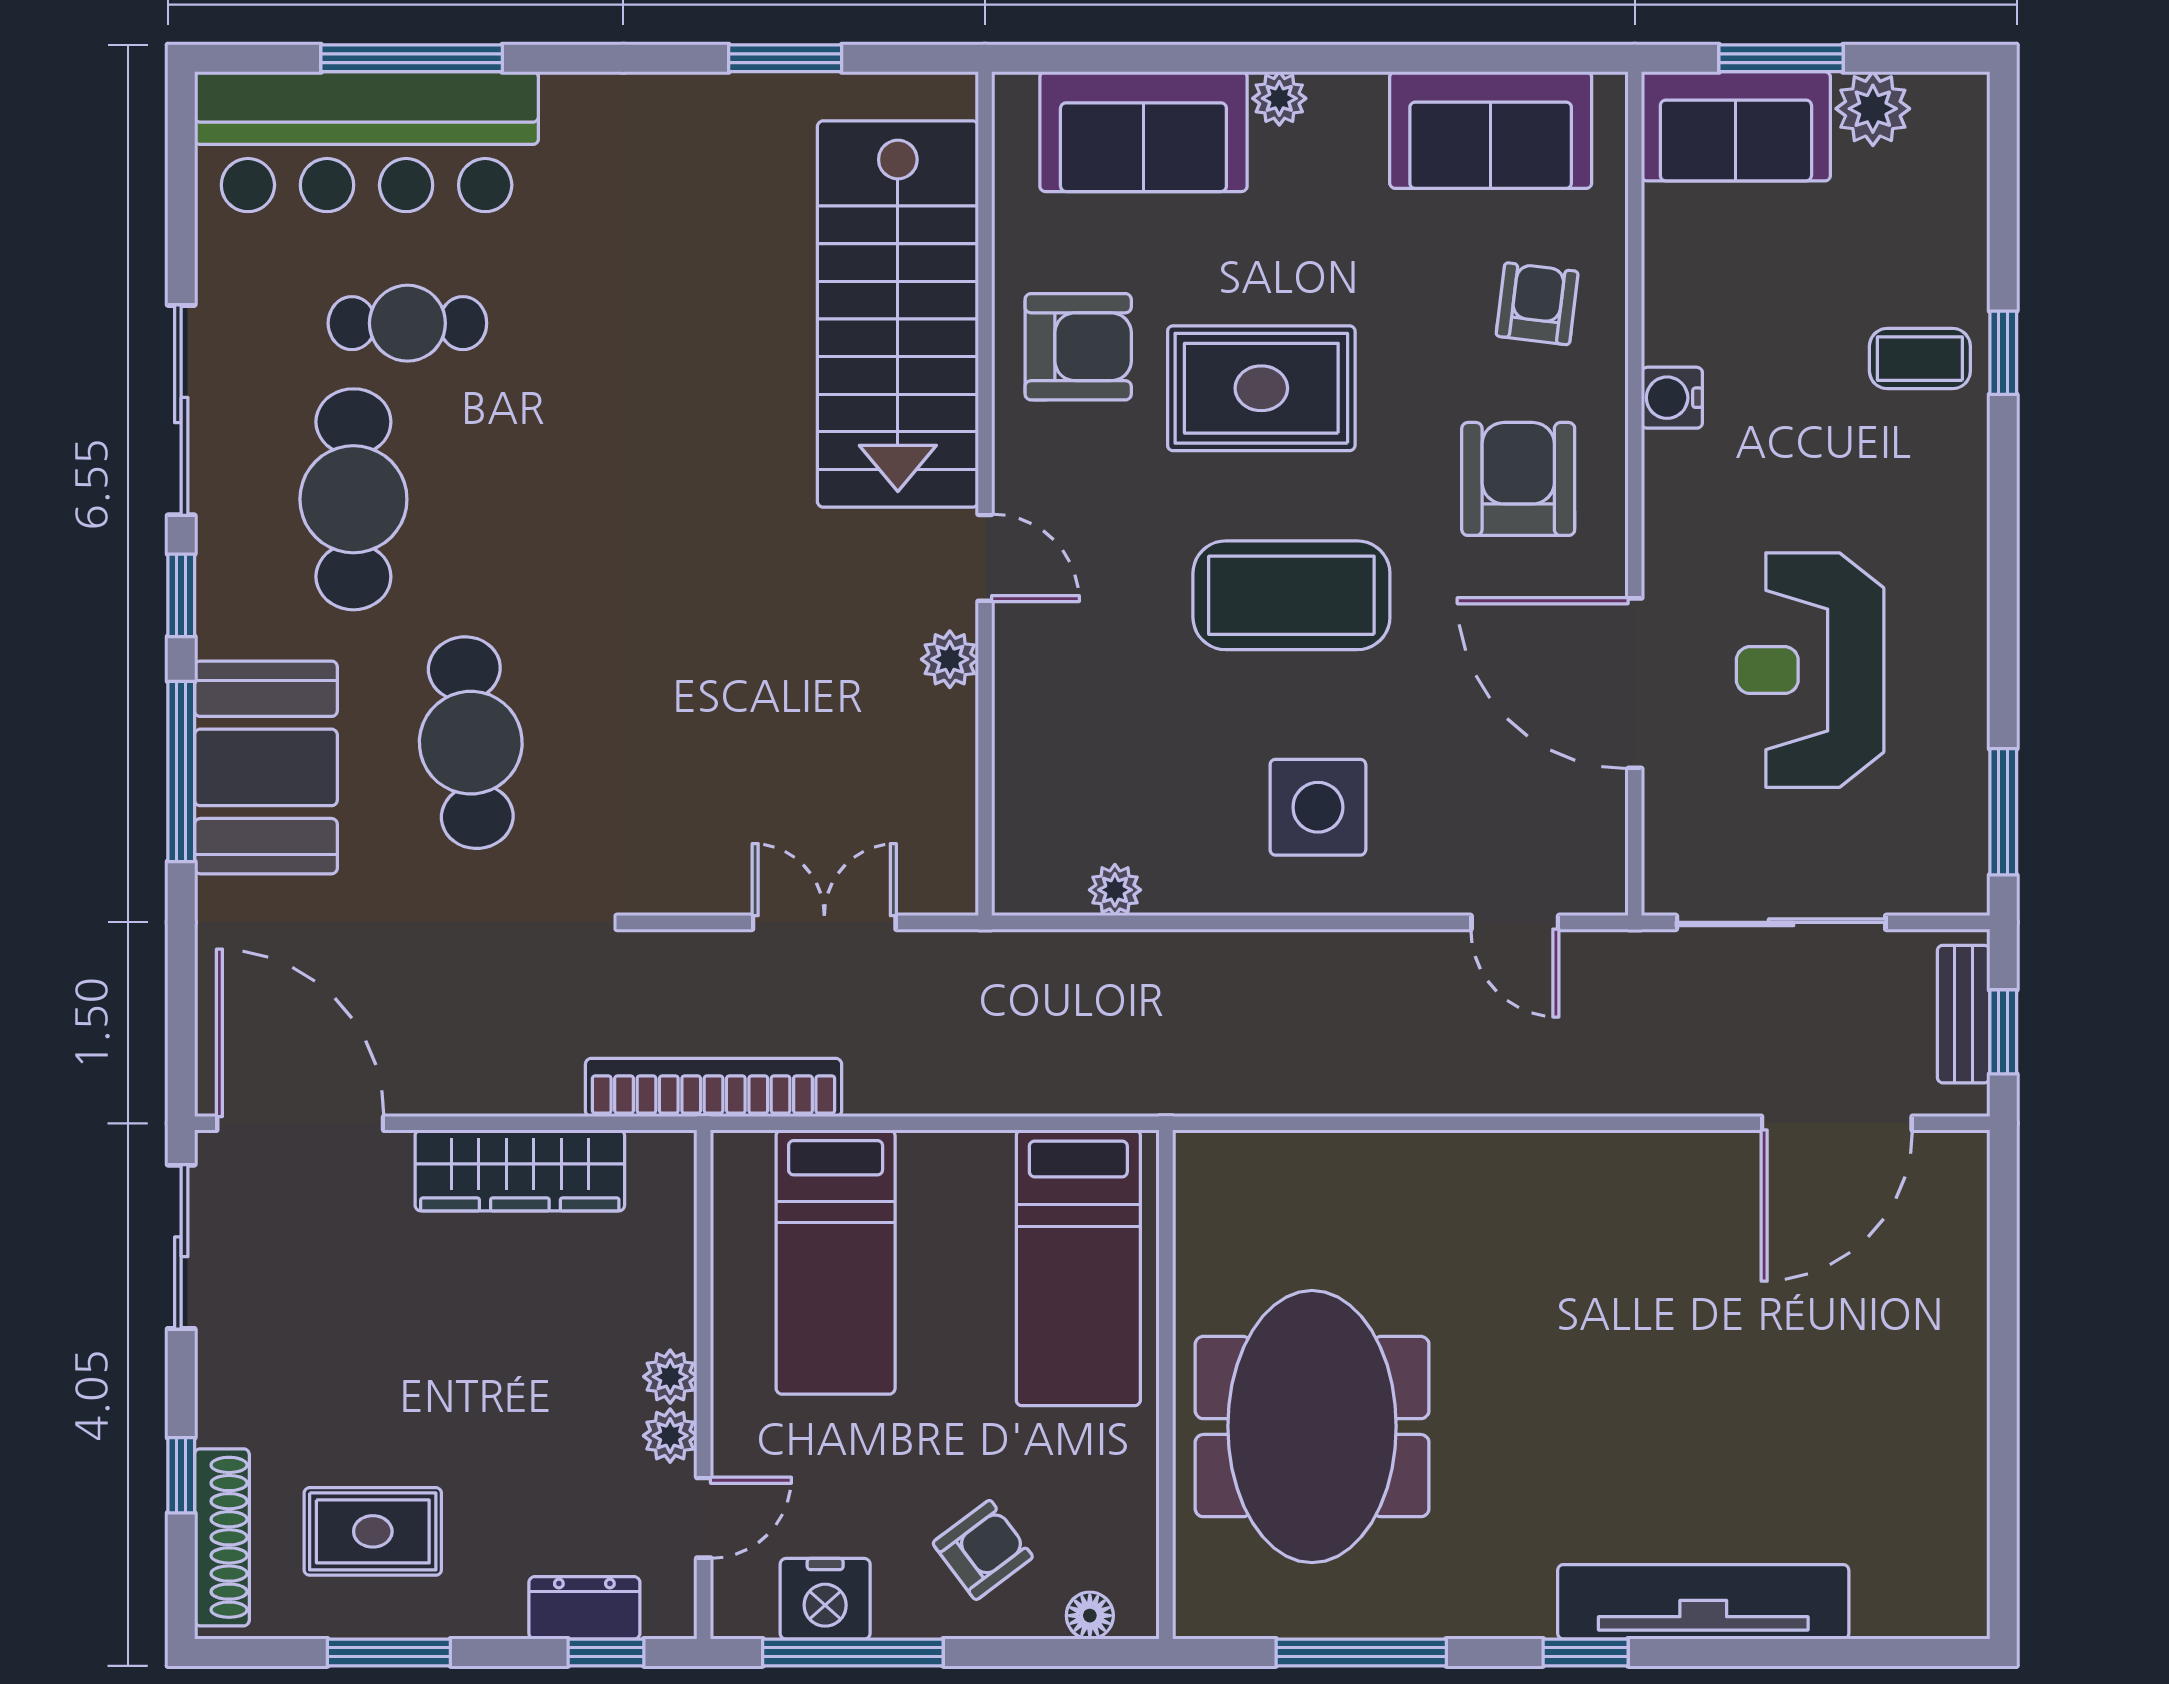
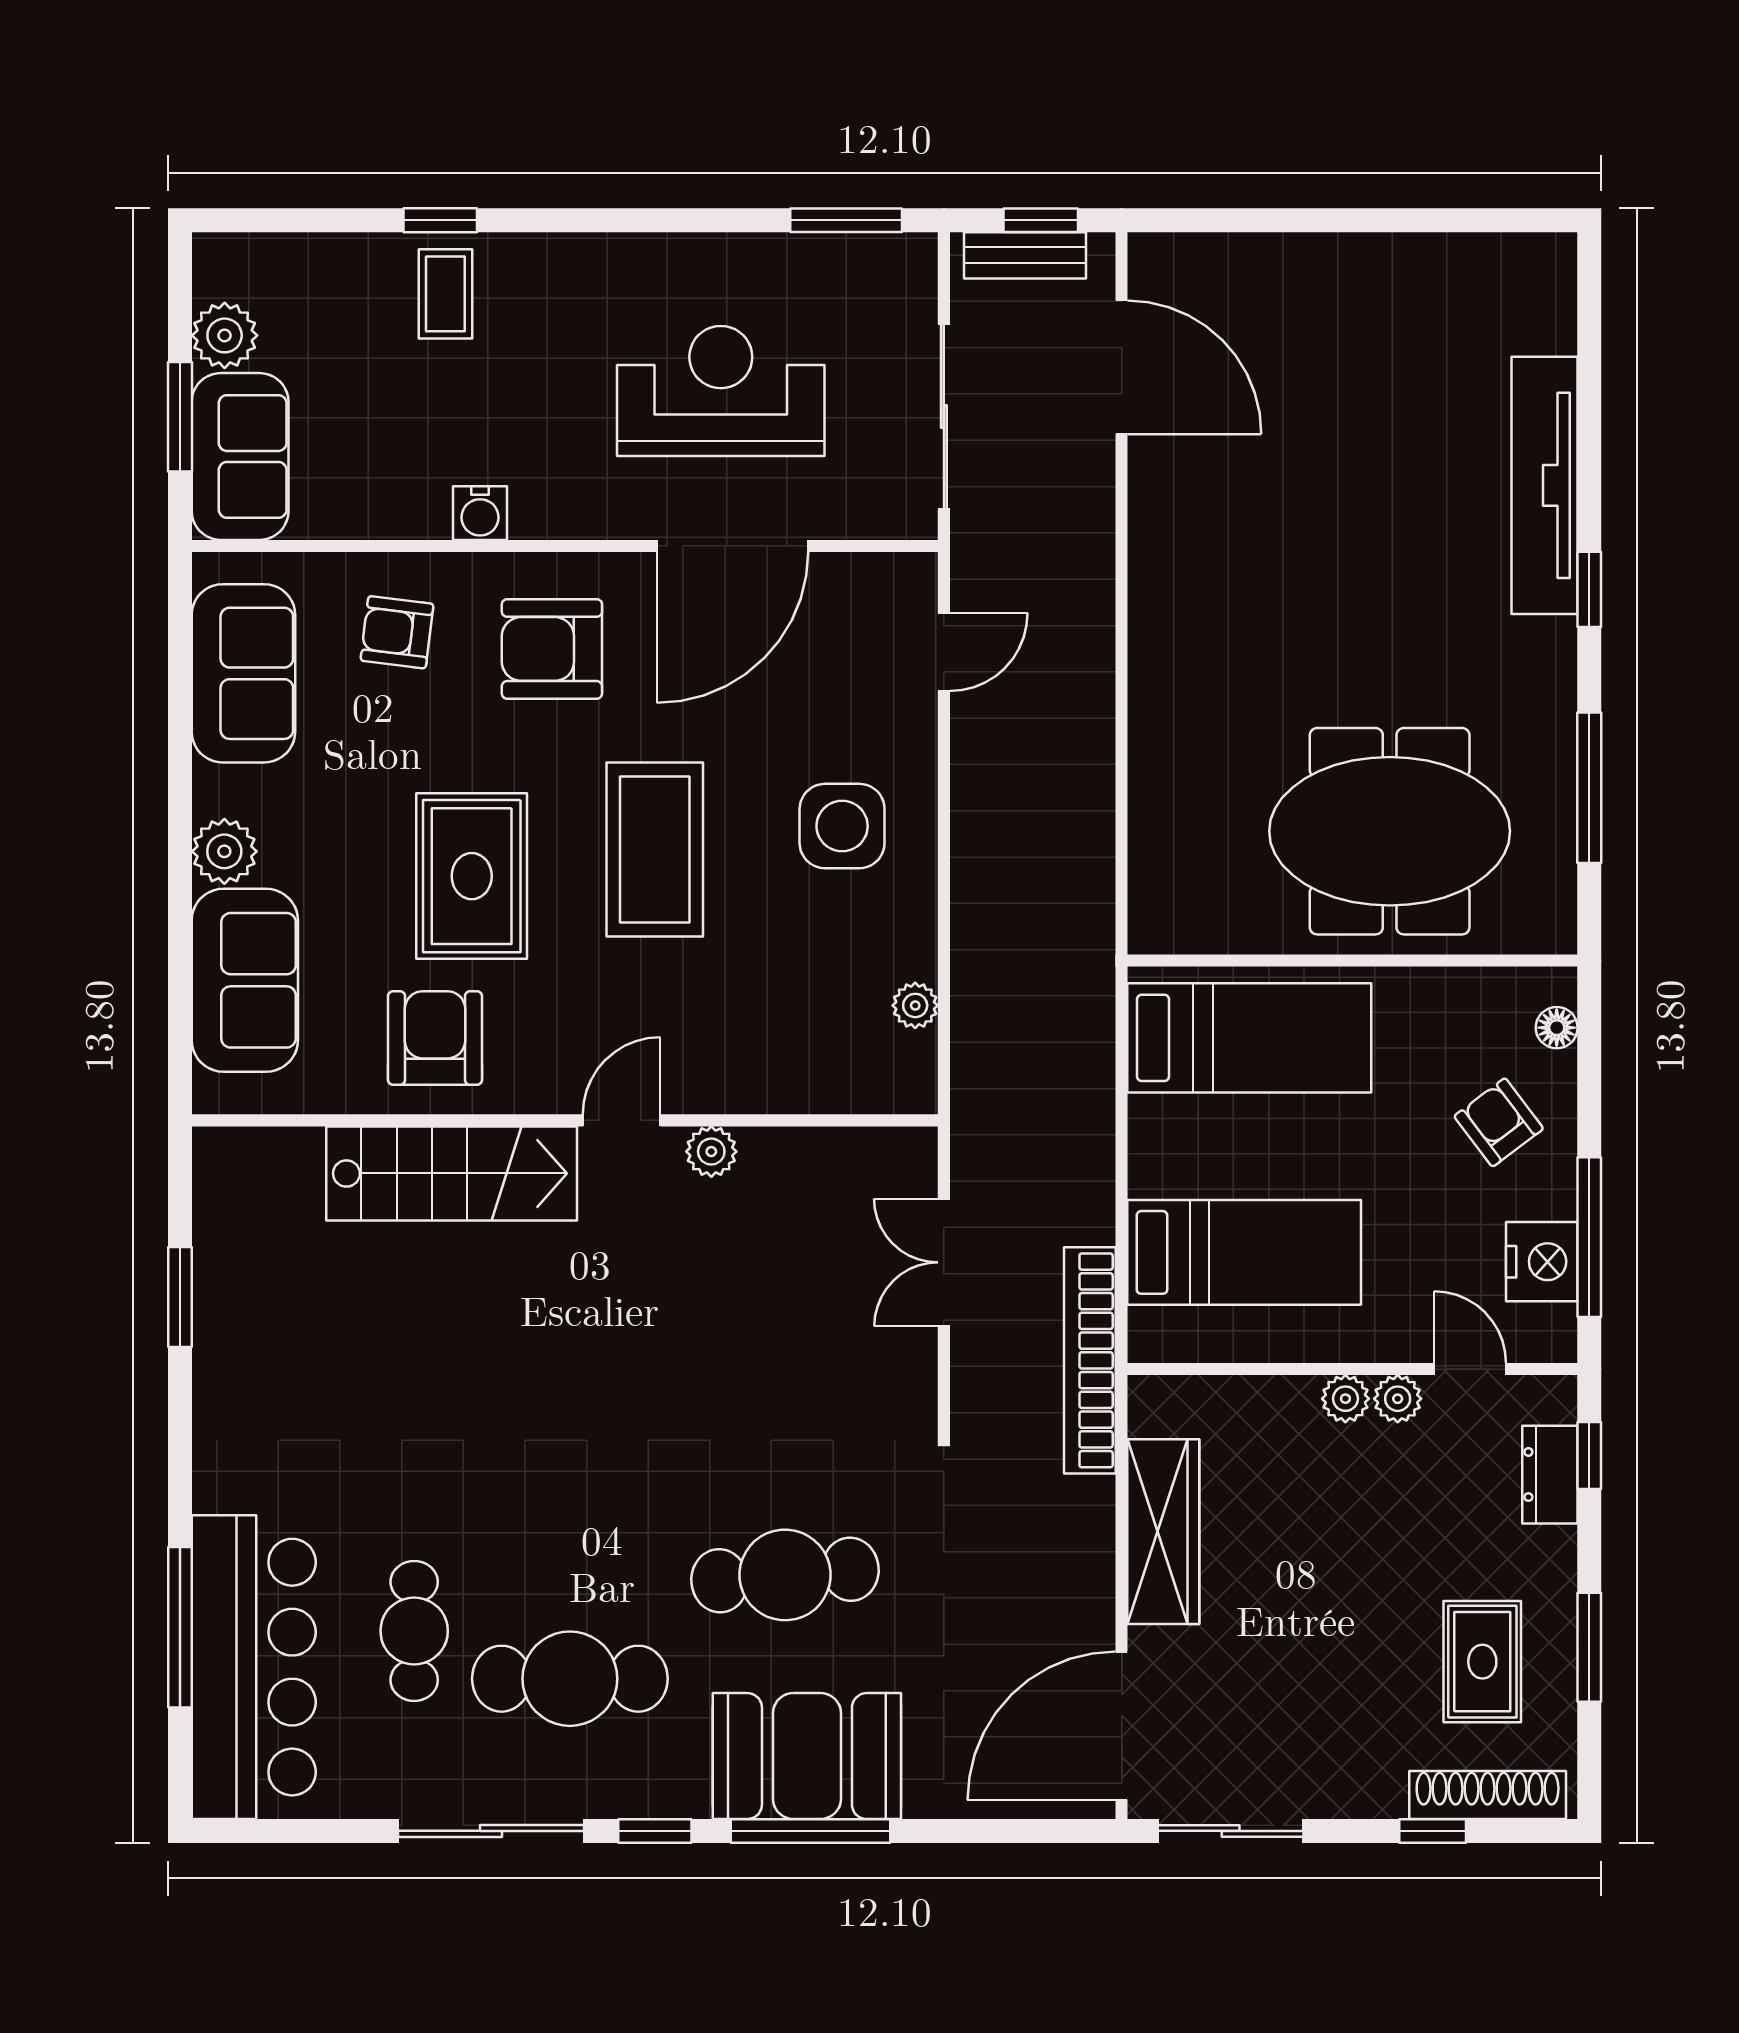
plant: (1279, 98) -> (224, 851), width x1.38, depth x1.38
stairs: (898, 314) -> (452, 1173), width x0.73, depth x0.66
reception desk: (1810, 670) -> (721, 391), turned 180

